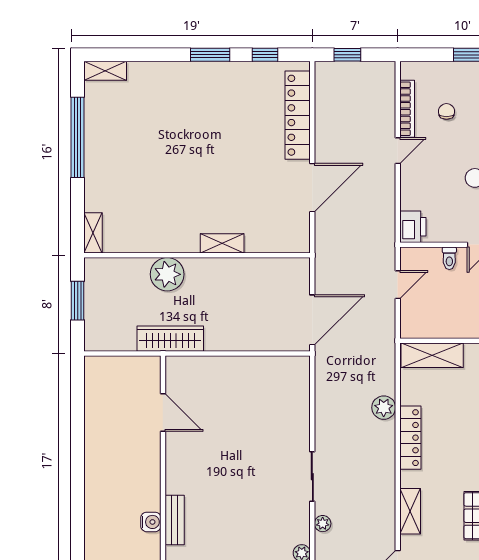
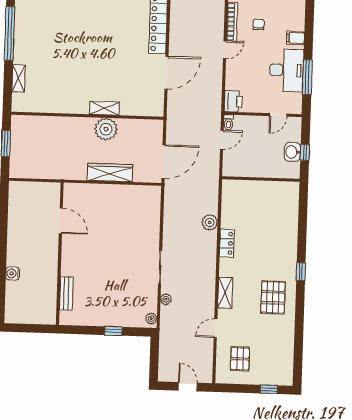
shelving: (93, 233) -> (18, 78), moved
toilet: (449, 258) -> (229, 122), moved
plant: (167, 274) -> (106, 129), moved
wardrobe: (170, 339) -> (110, 173), moved
shelving: (432, 355) -> (243, 188), removed
locker: (410, 438) -> (227, 243), width x0.66
water cooler: (151, 522) -> (13, 274), moved, turned 180

